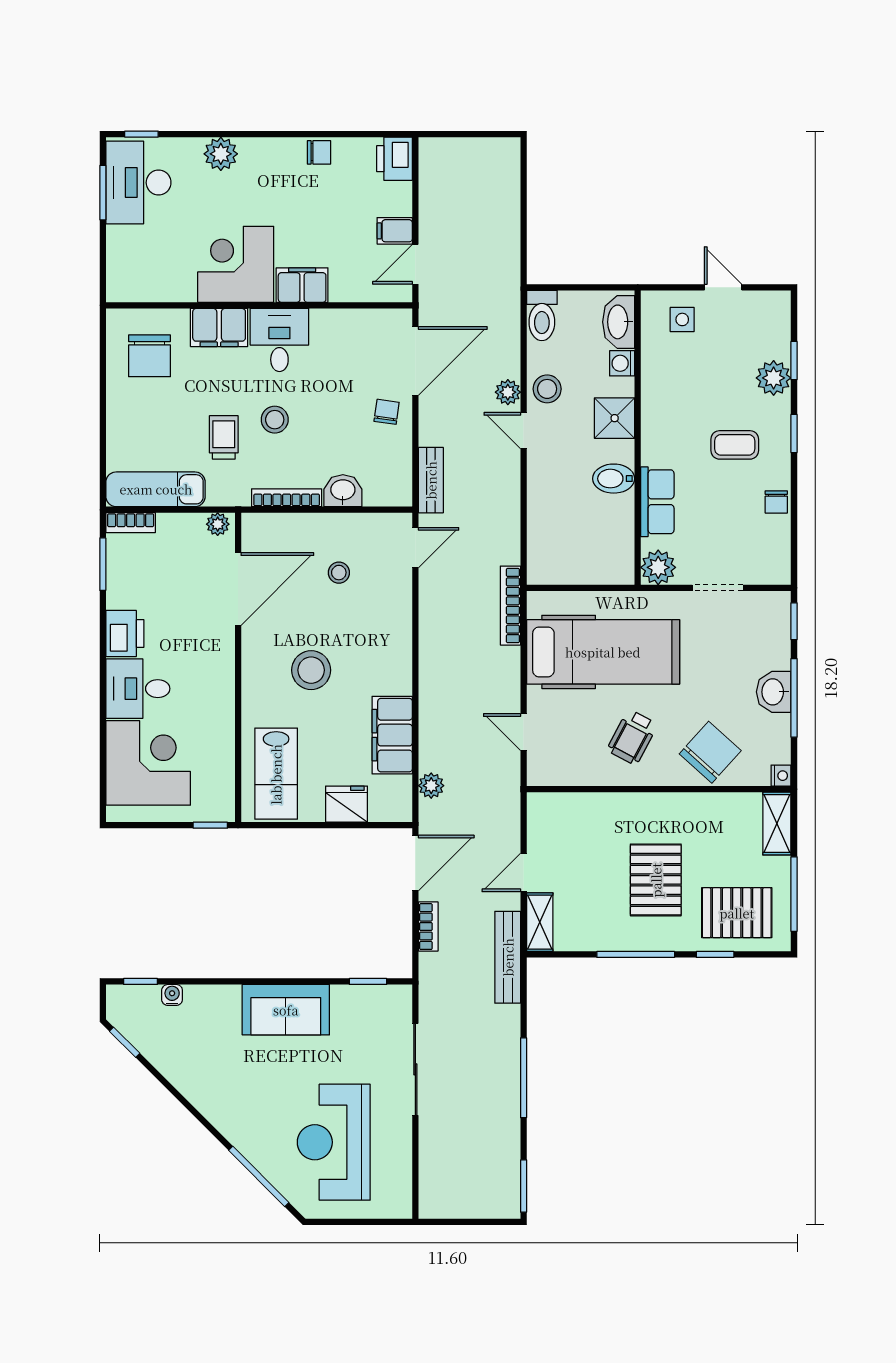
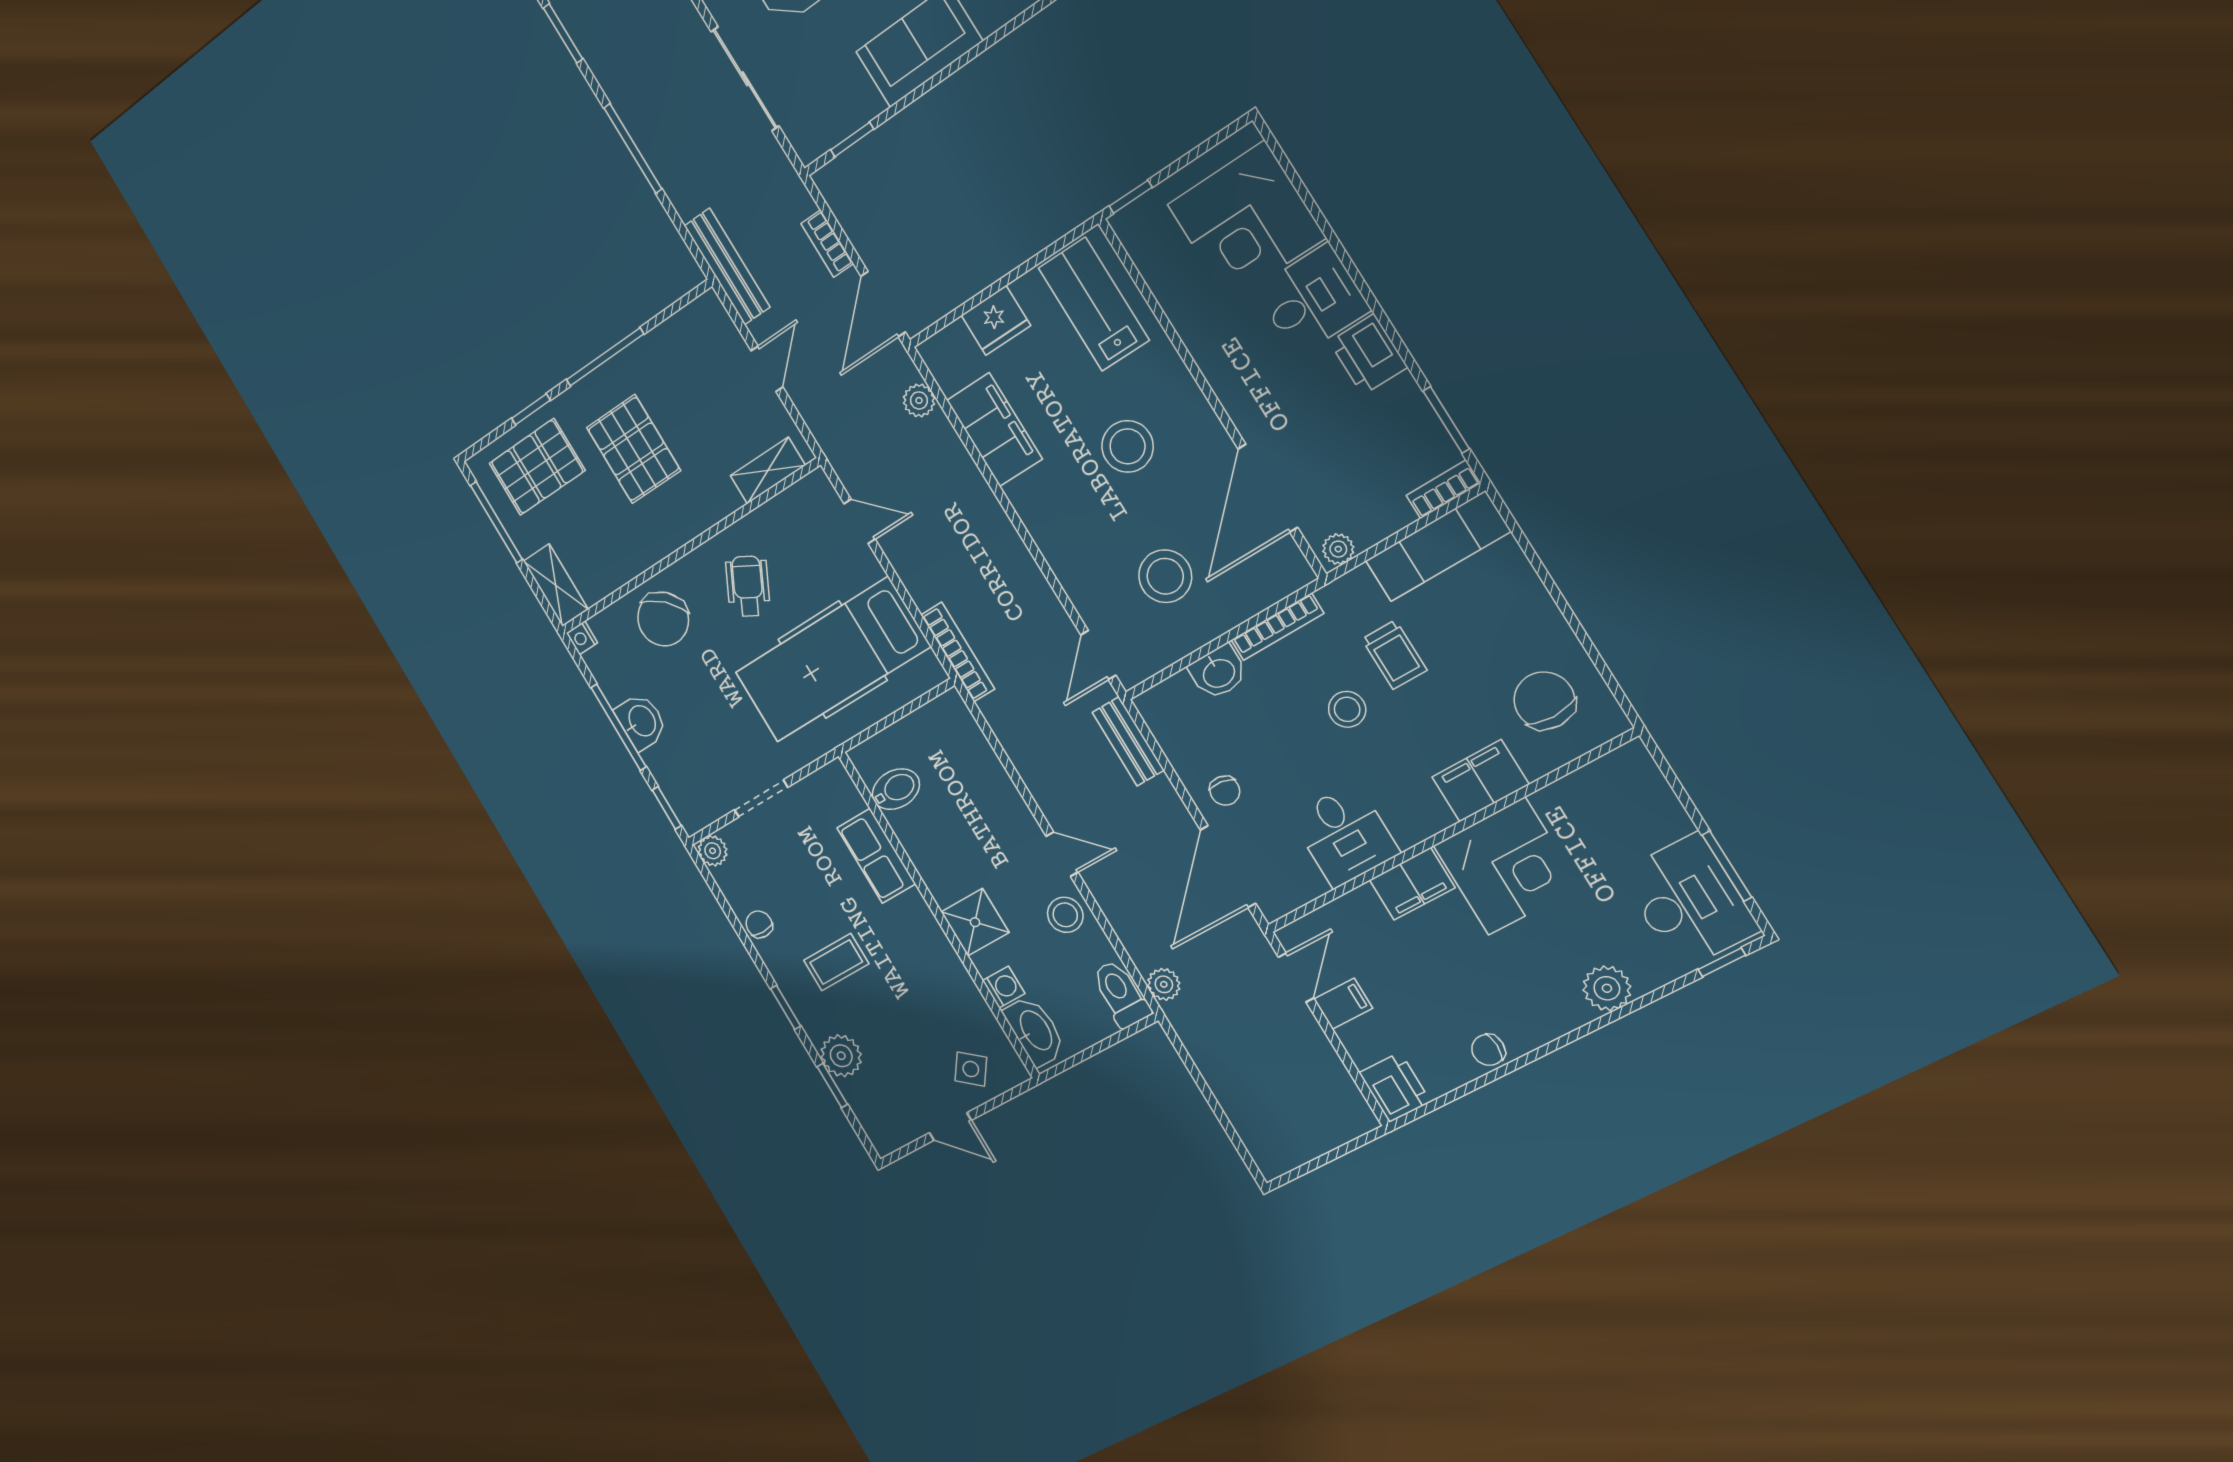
side table: (682, 319) -> (971, 1069), turned 37
desk: (279, 340) -> (1345, 835), moved
plant: (508, 392) -> (1164, 984), moved
bidet: (614, 479) -> (896, 789), moved
plant: (658, 567) -> (713, 851), moved, width x0.73, depth x0.73
stool: (339, 573) -> (1165, 576), width x1.89, depth x1.89
shelving: (540, 922) -> (768, 470), moved, turned 90

